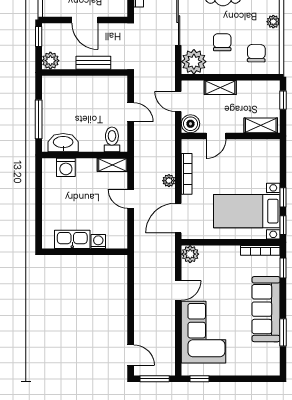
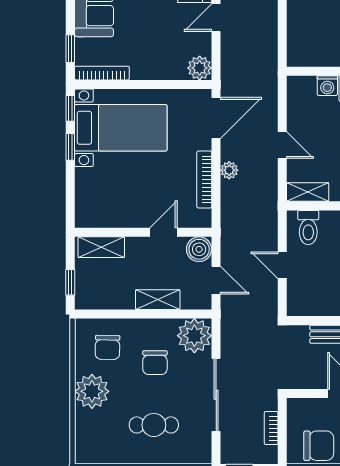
plant: (273, 22) -> (92, 391), width x1.87, depth x1.87

